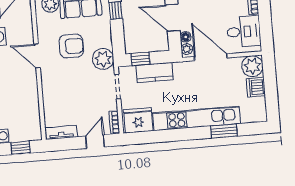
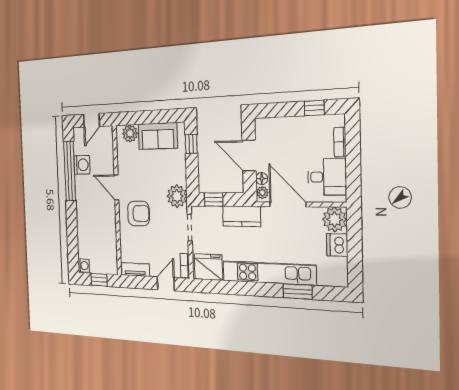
armchair: (71, 46) -> (138, 213), moved
kitchen counter: (155, 73) -> (241, 216), moved

